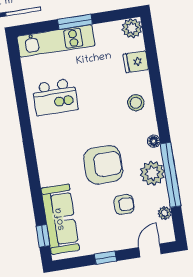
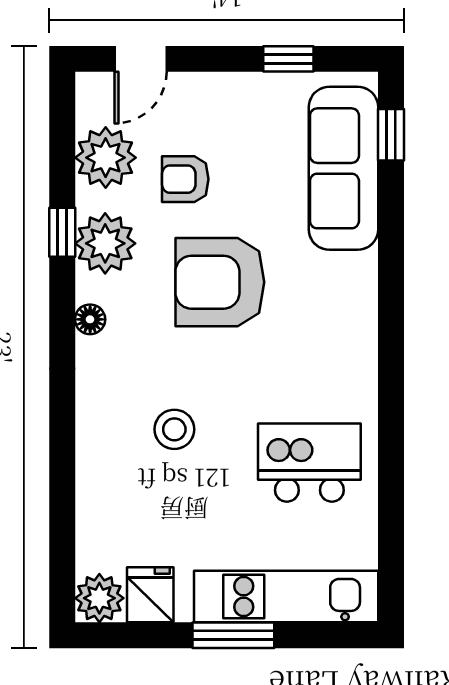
fridge: (136, 62) -> (150, 595), moved, turned -90
stool: (136, 103) -> (174, 429), moved
window: (171, 175) -> (62, 232), width x0.32
plant: (165, 213) -> (106, 158), width x1.87, depth x1.87
window: (105, 258) -> (288, 59), moved

